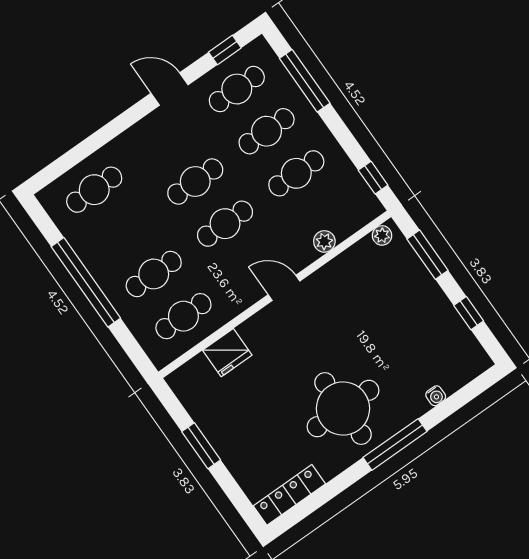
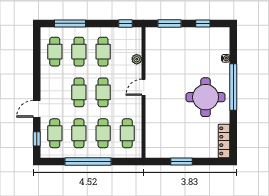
window: (225, 50) -> (37, 139), moved
door: (170, 89) -> (37, 109), moved
cafe table: (124, 232) -> (79, 133), added
plant: (382, 235) -> (150, 36), removed
fridge: (227, 353) -> (153, 126), removed
window: (395, 444) -> (233, 87), width x1.46

